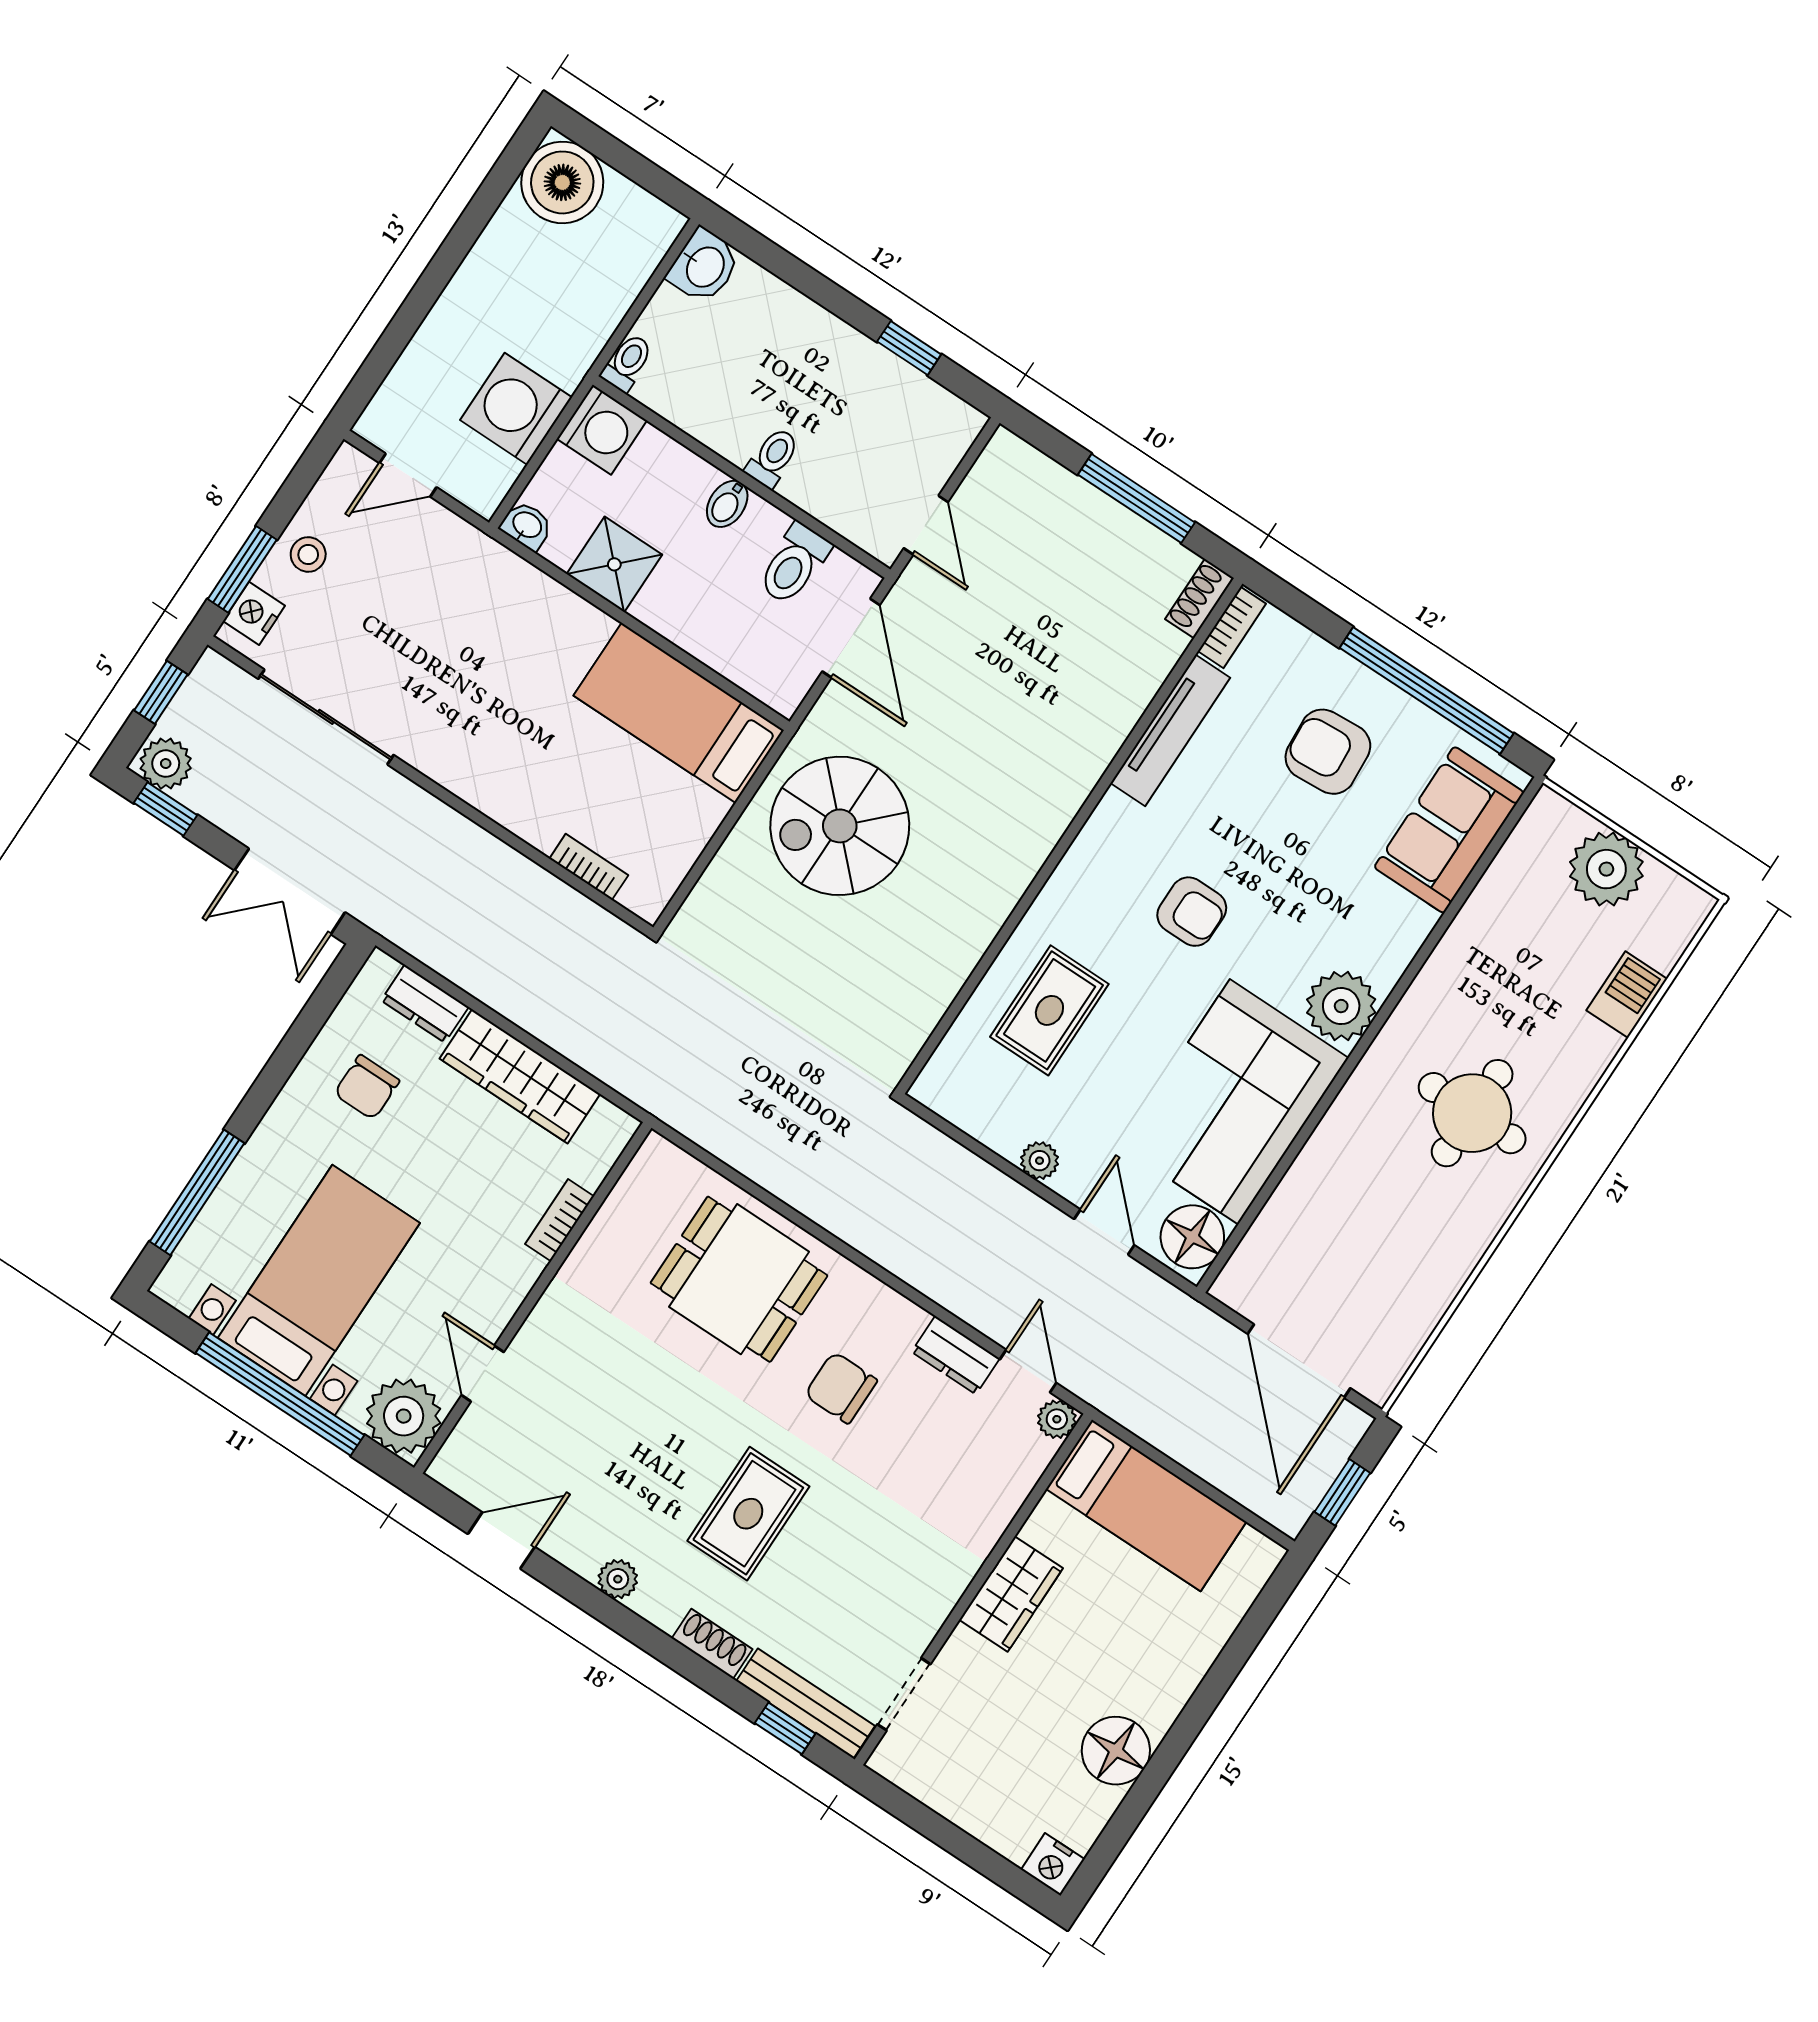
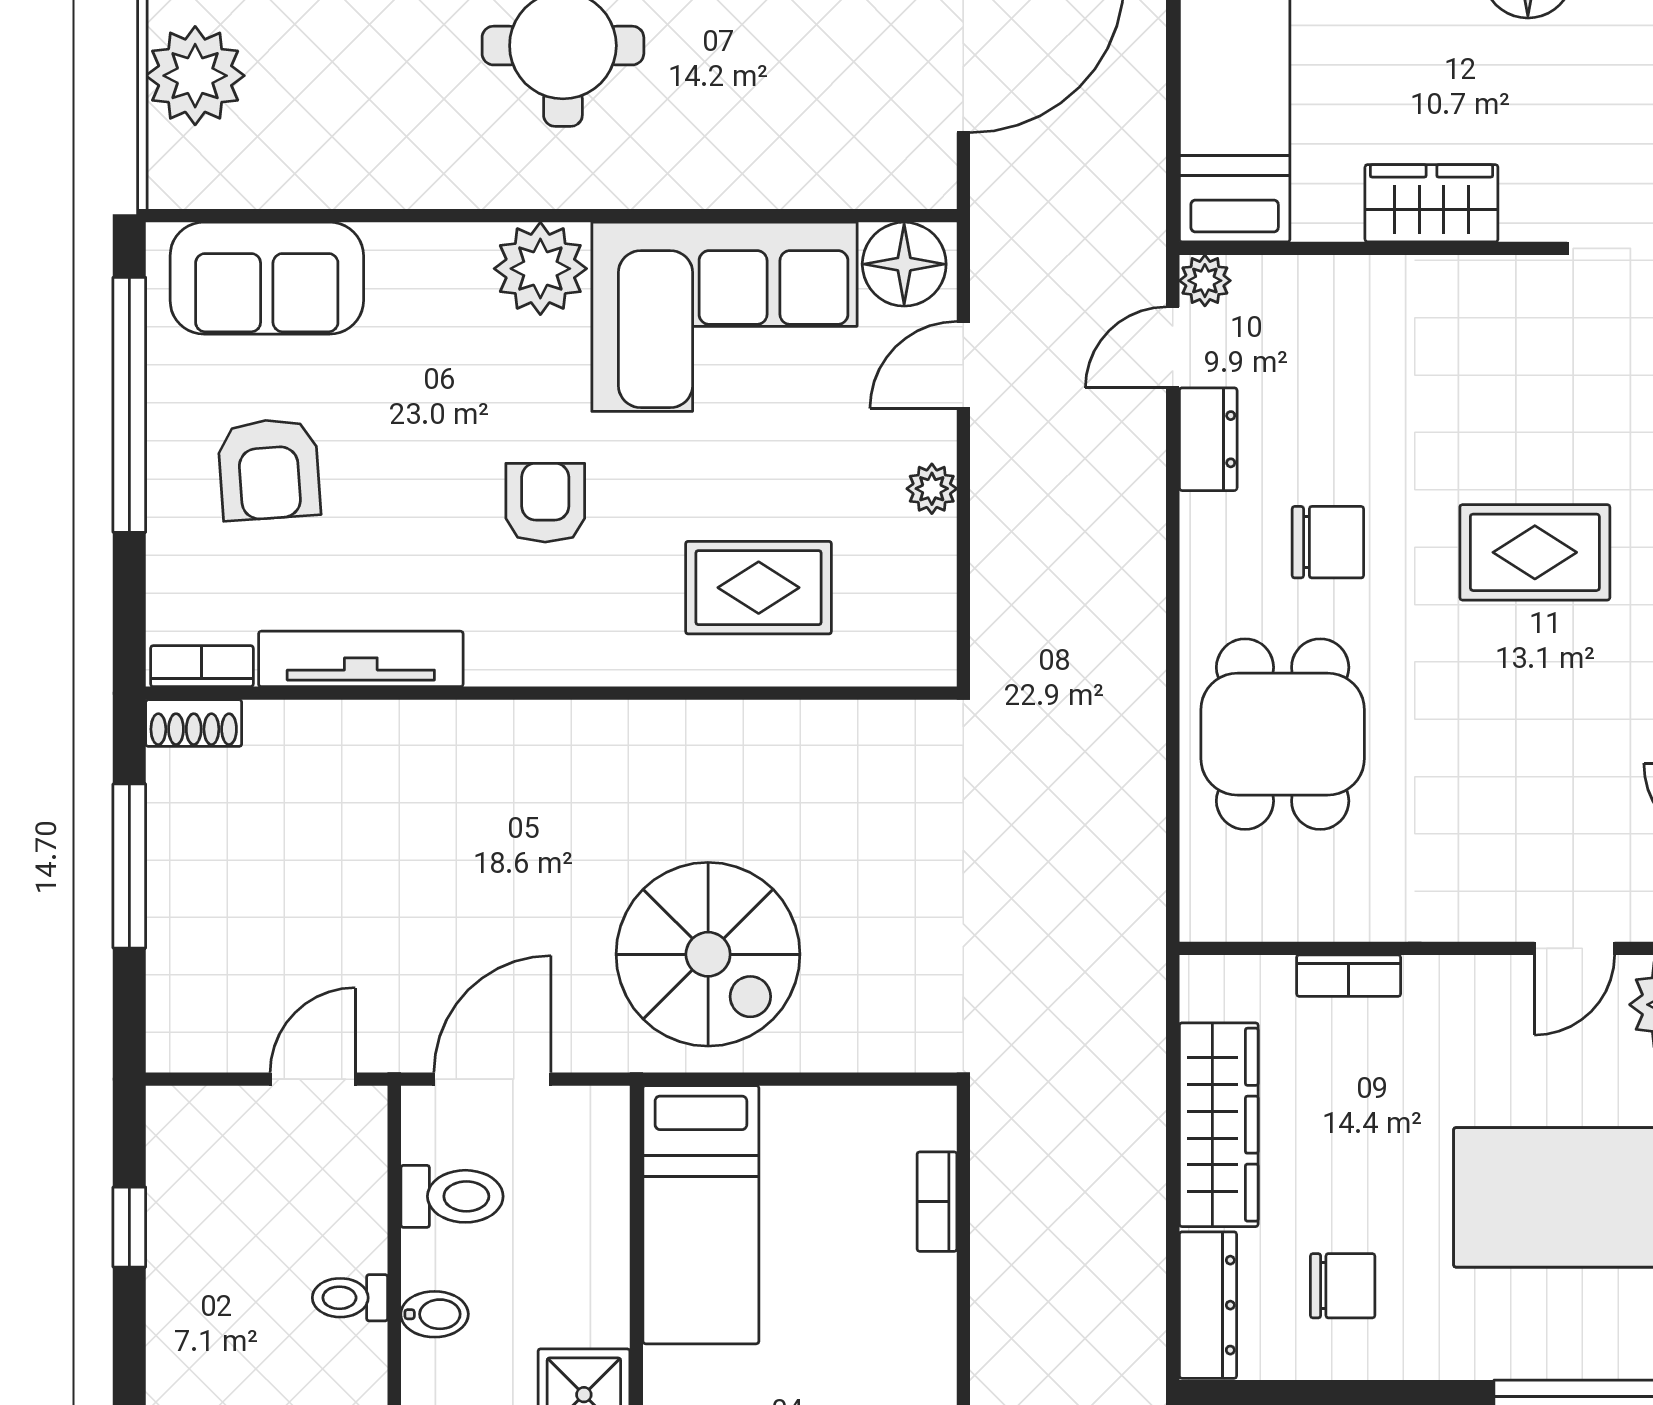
dresser: (425, 1004) -> (1208, 1305), width x1.44
chair: (841, 1388) -> (1328, 542), turned -90

